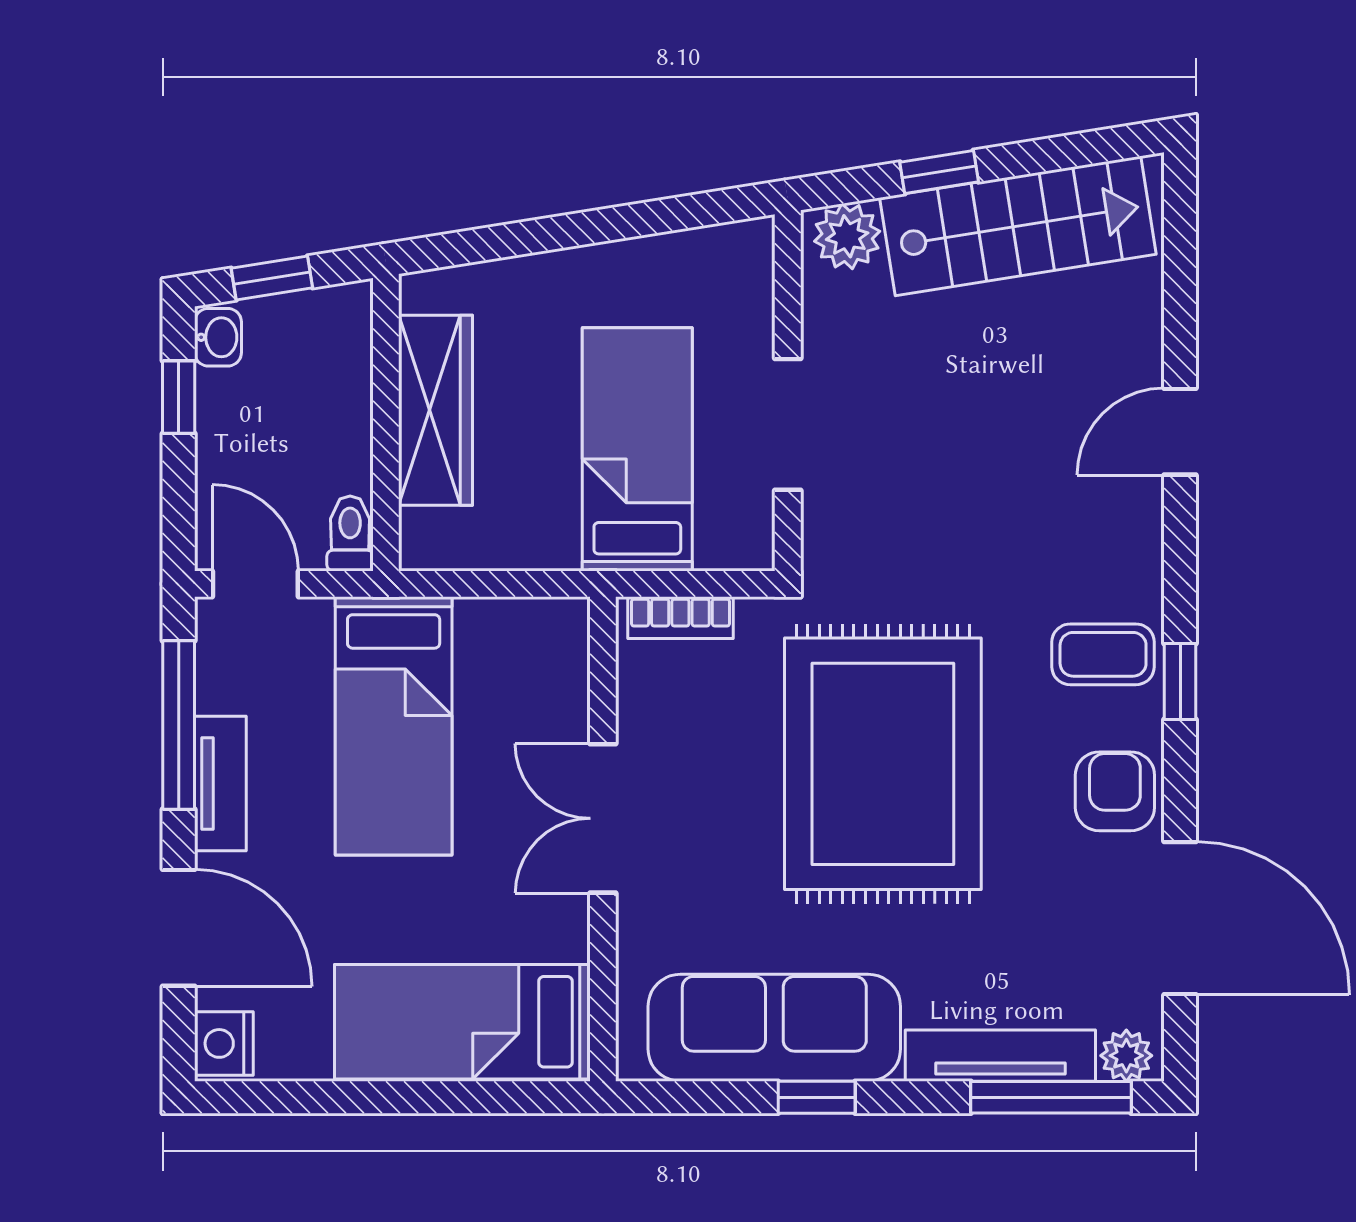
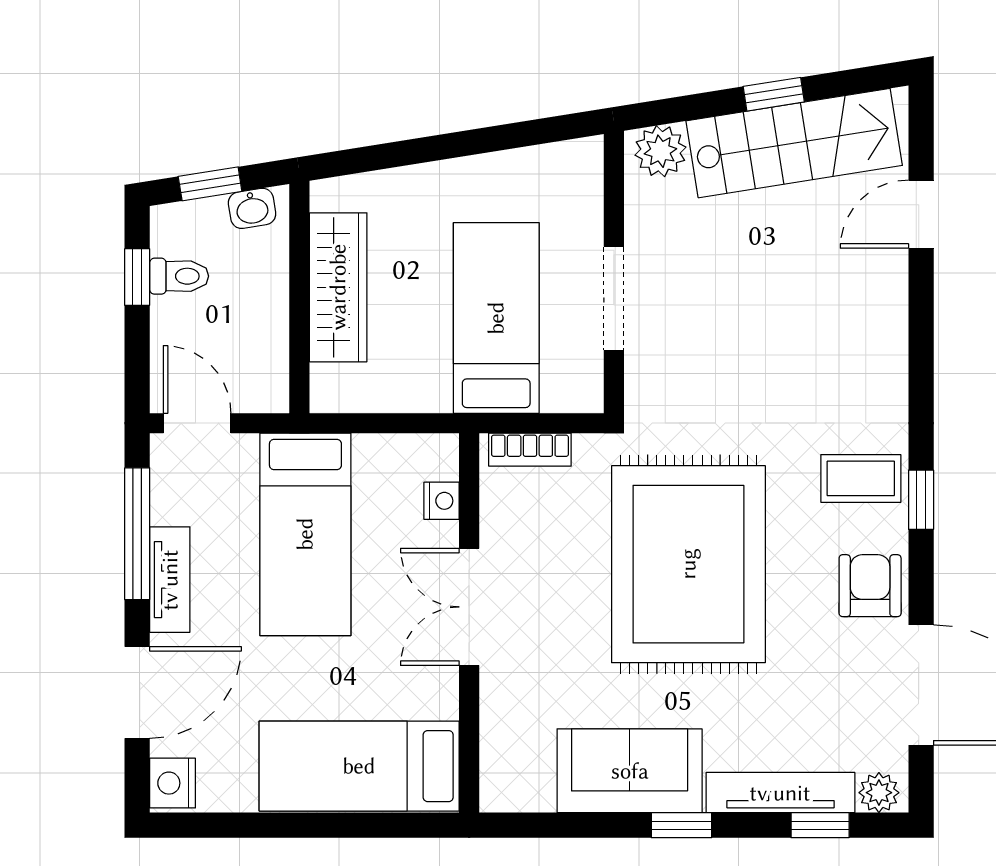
window: (939, 172) -> (774, 94), moved
washbasin: (218, 337) -> (252, 208), moved, turned 81
door: (1180, 432) -> (921, 214), moved
toilet: (350, 533) -> (179, 276), moved, turned 90
nightstand: (567, 683) -> (442, 501), added
door: (179, 928) -> (137, 692), hinge flipped
sofa: (774, 1028) -> (630, 771), width x0.73
window: (817, 1097) -> (682, 825), moved
window: (1051, 1097) -> (820, 825), width x0.46

